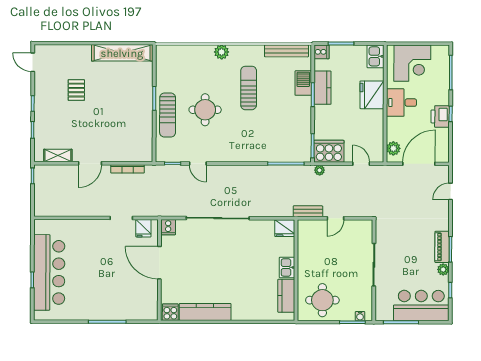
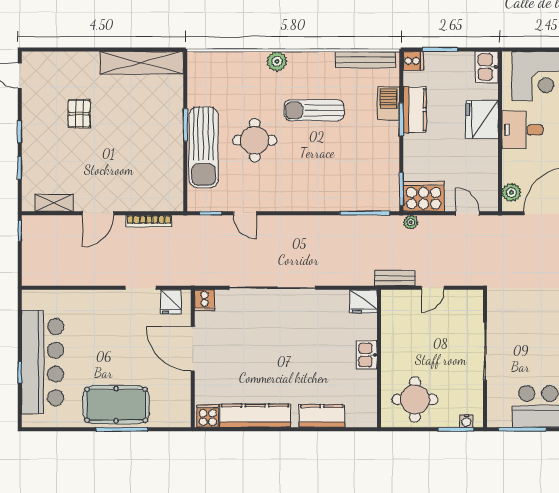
sun lounger: (249, 88) -> (314, 110), turned -90
sun lounger: (168, 115) -> (204, 147), width x1.36, depth x1.34
kitchen counter: (286, 296) -> (322, 416), moved, turned 90
pool table: (103, 304) -> (116, 405), added

